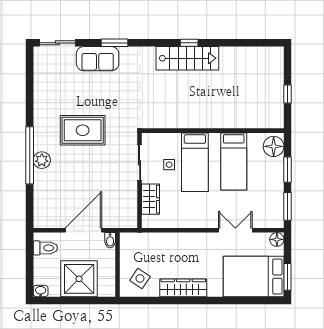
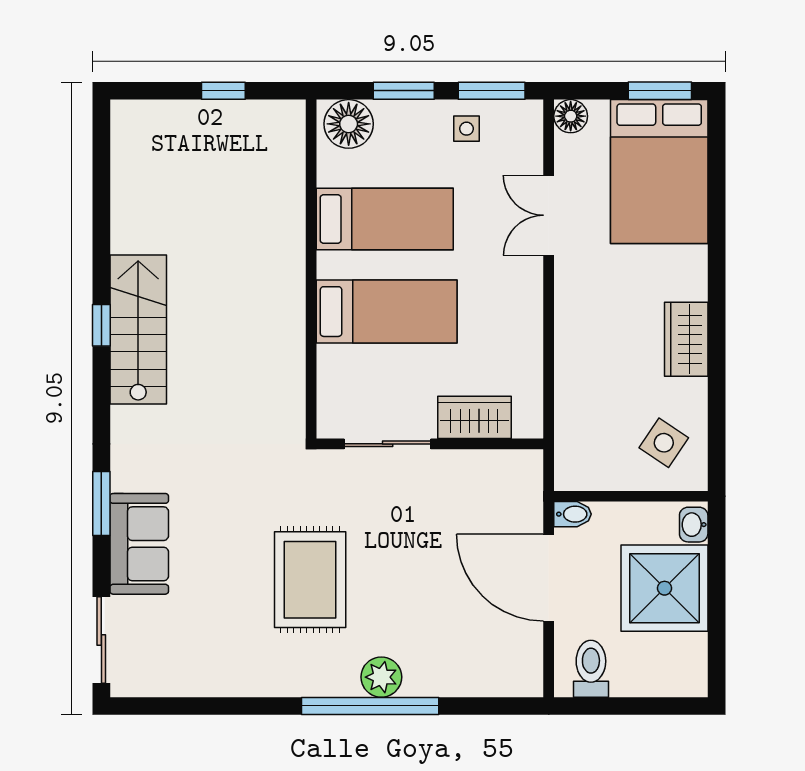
side table: (169, 165) -> (467, 129), moved
wardrobe: (183, 288) -> (686, 339), width x0.67
washbasin: (41, 291) -> (694, 525), moved

